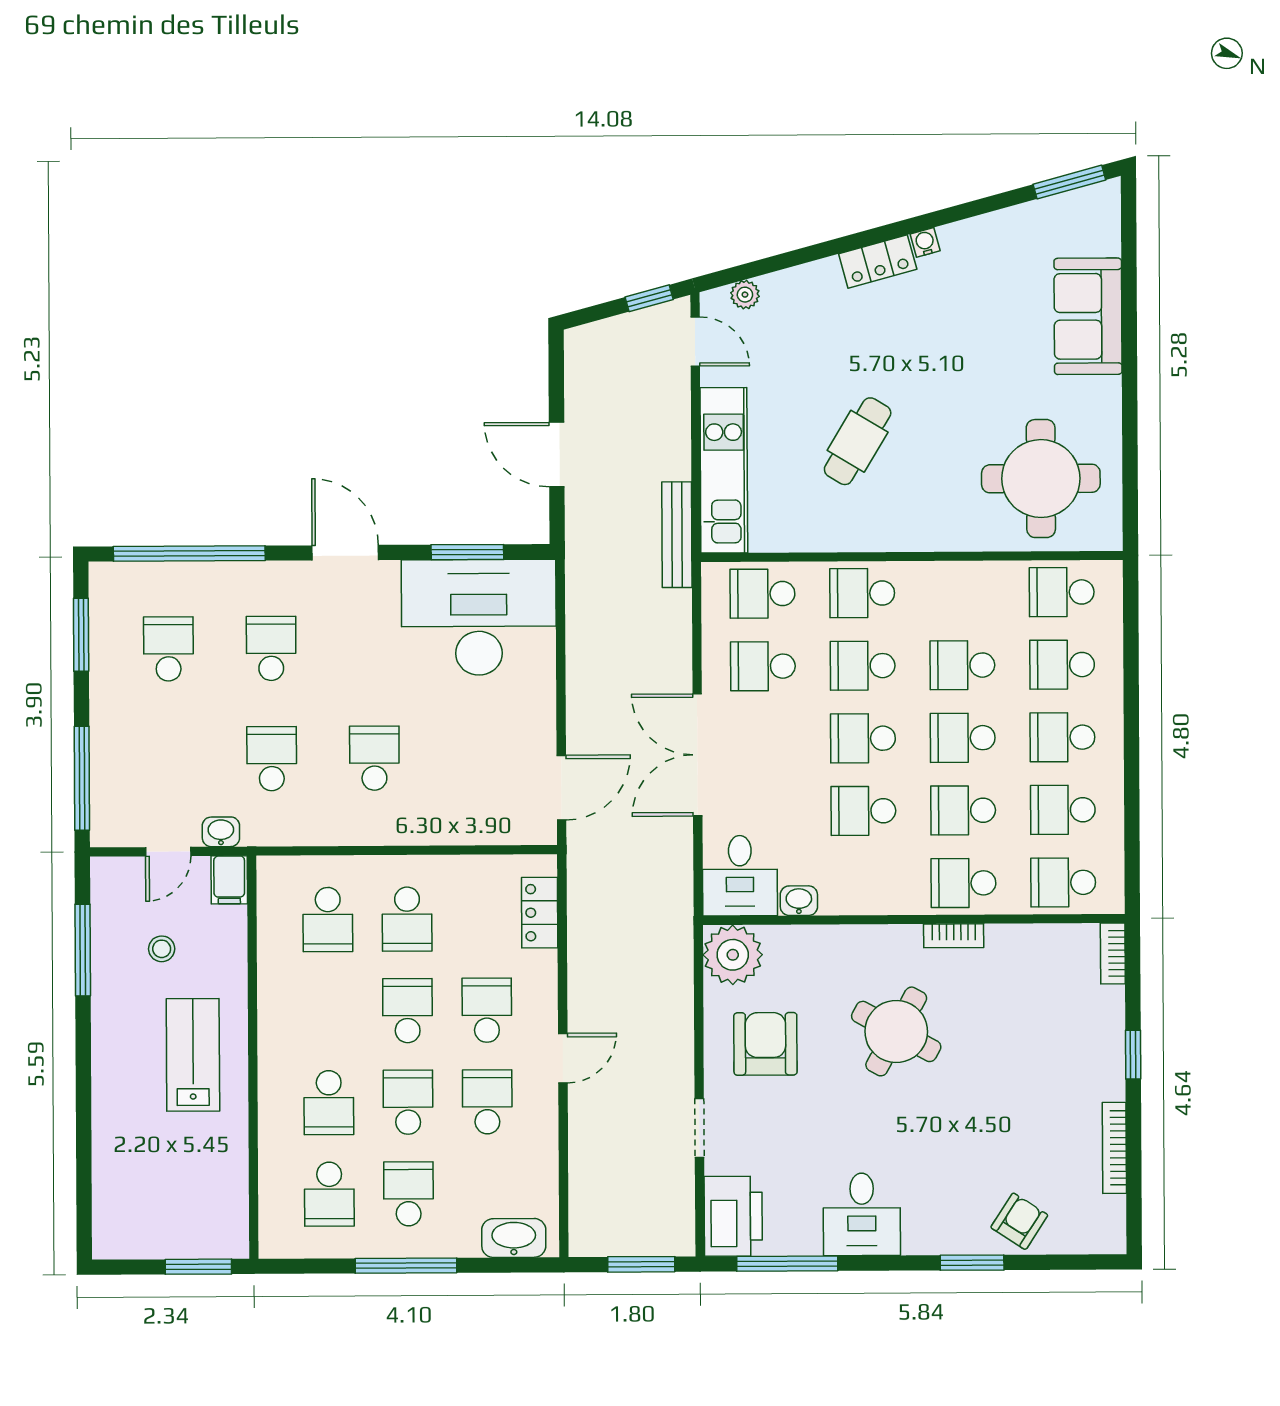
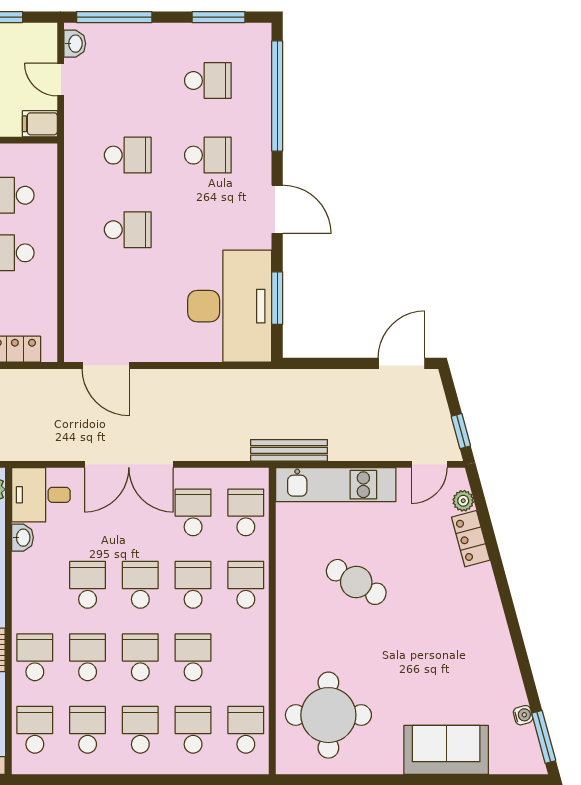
water cooler: (925, 242) -> (523, 715), moved
locker: (878, 262) -> (471, 539), moved
door: (557, 455) -> (402, 363), moved
door: (345, 553) -> (277, 209), hinge flipped
double door: (697, 755) -> (129, 464), swing flipped
washbasin: (221, 832) -> (75, 44), moved

